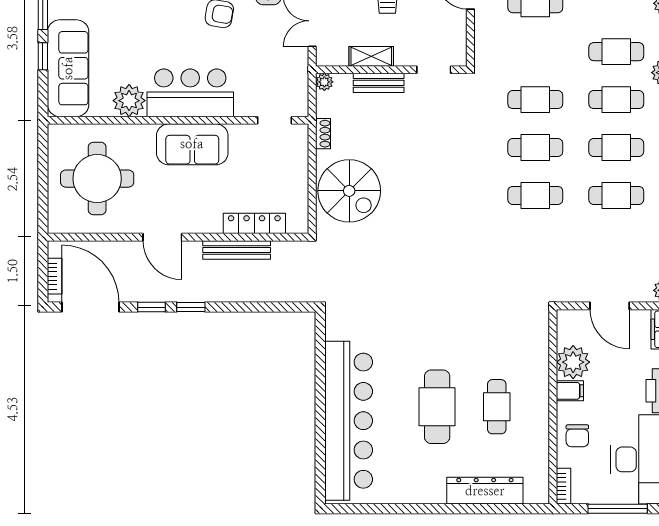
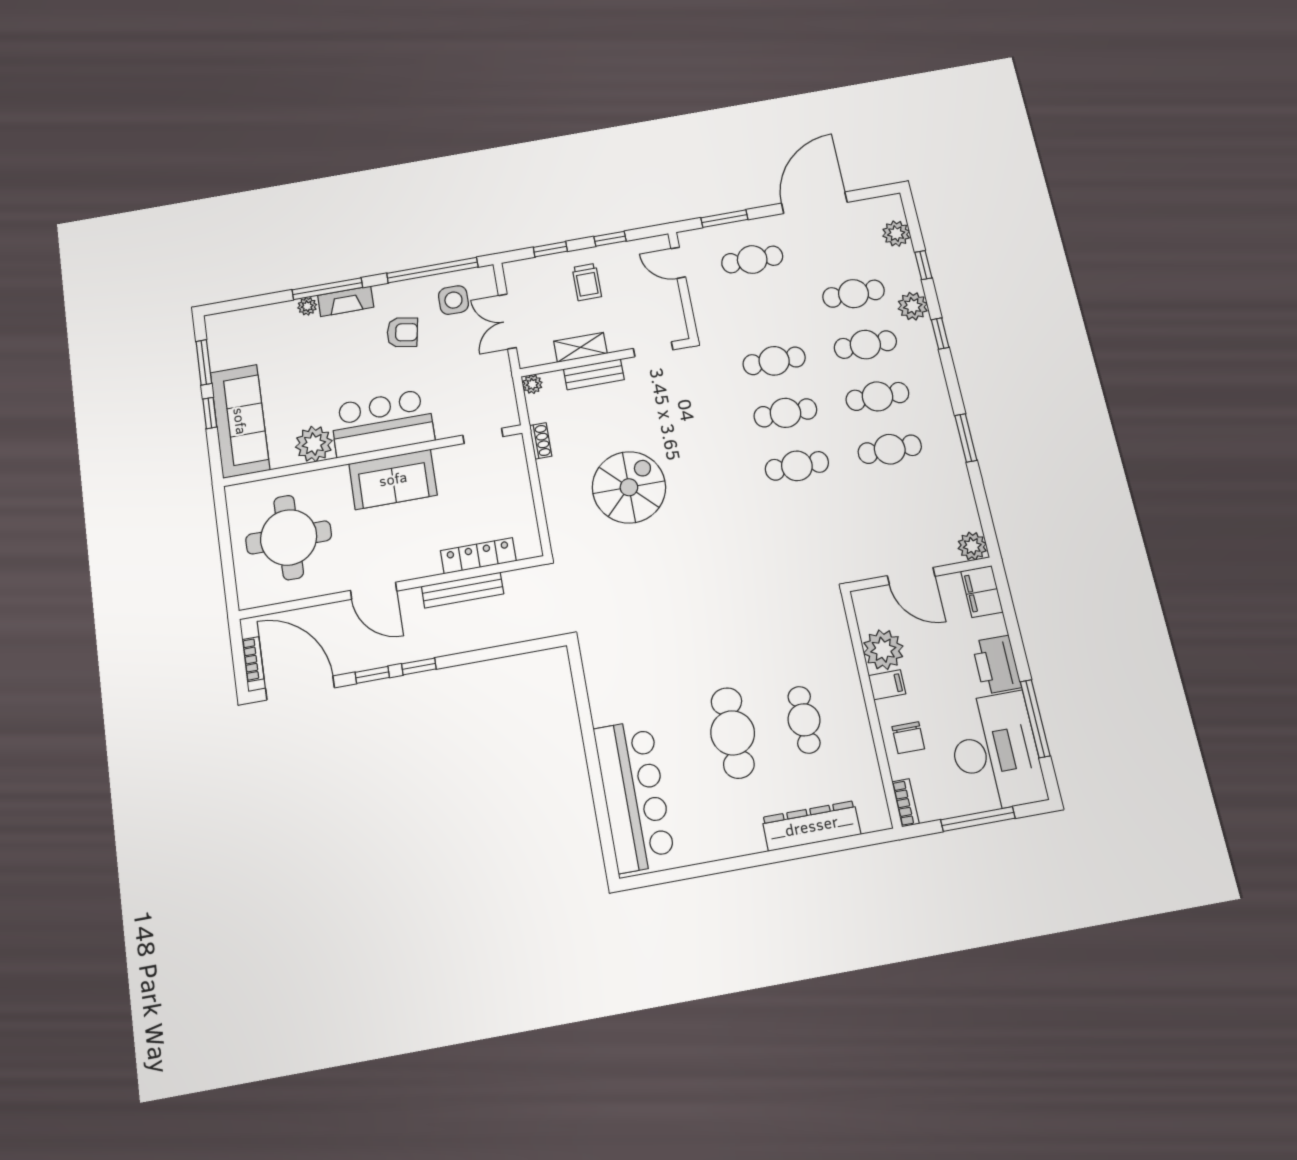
spiral stairs: (349, 191) -> (629, 487), moved, turned -90
bar counter: (349, 421) -> (634, 795), width x0.73

